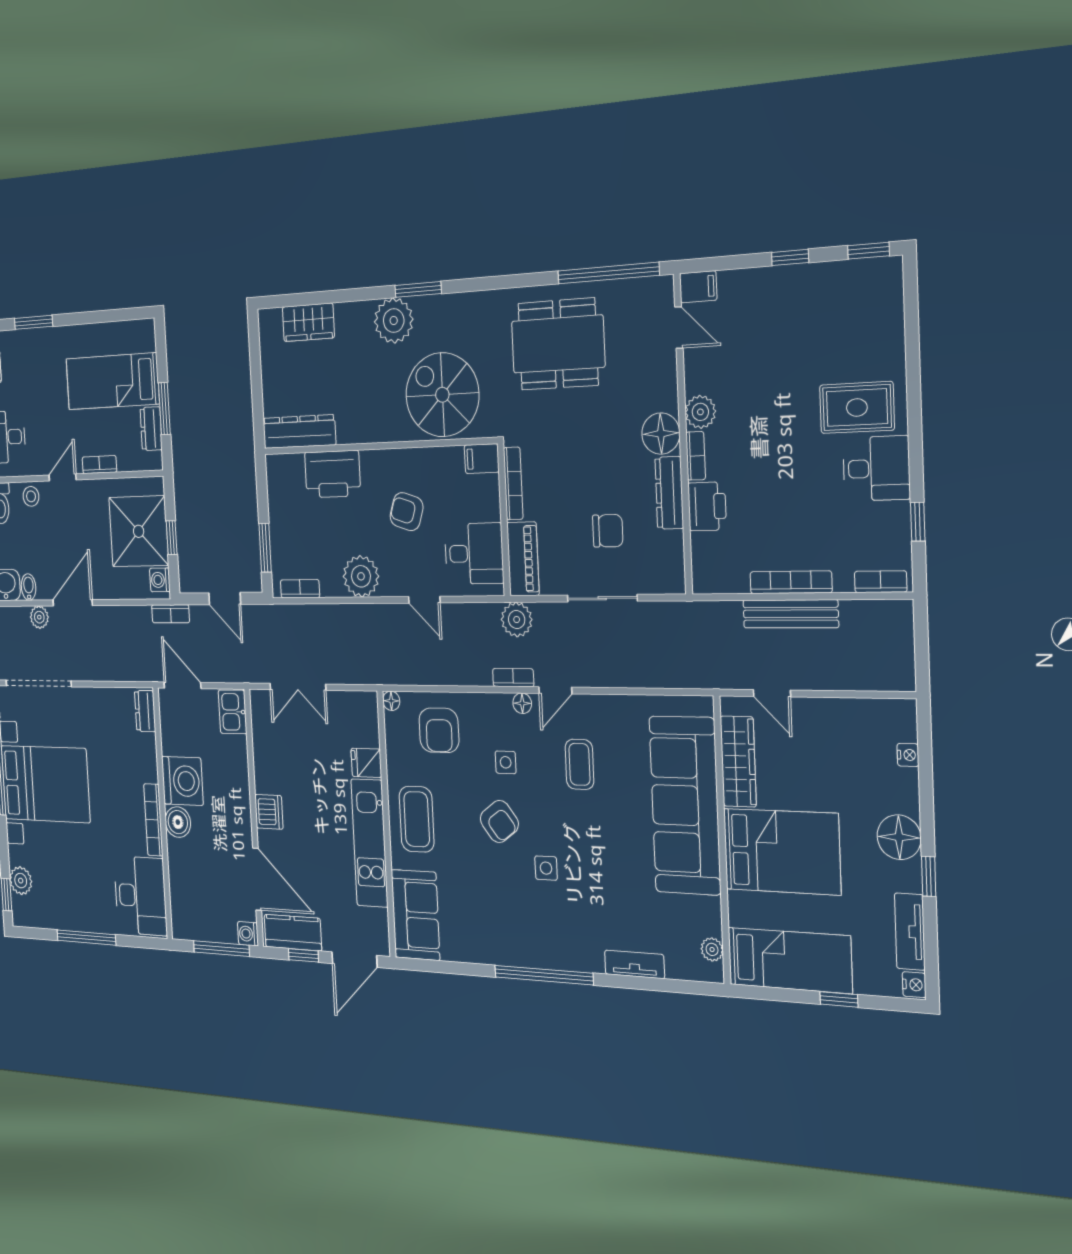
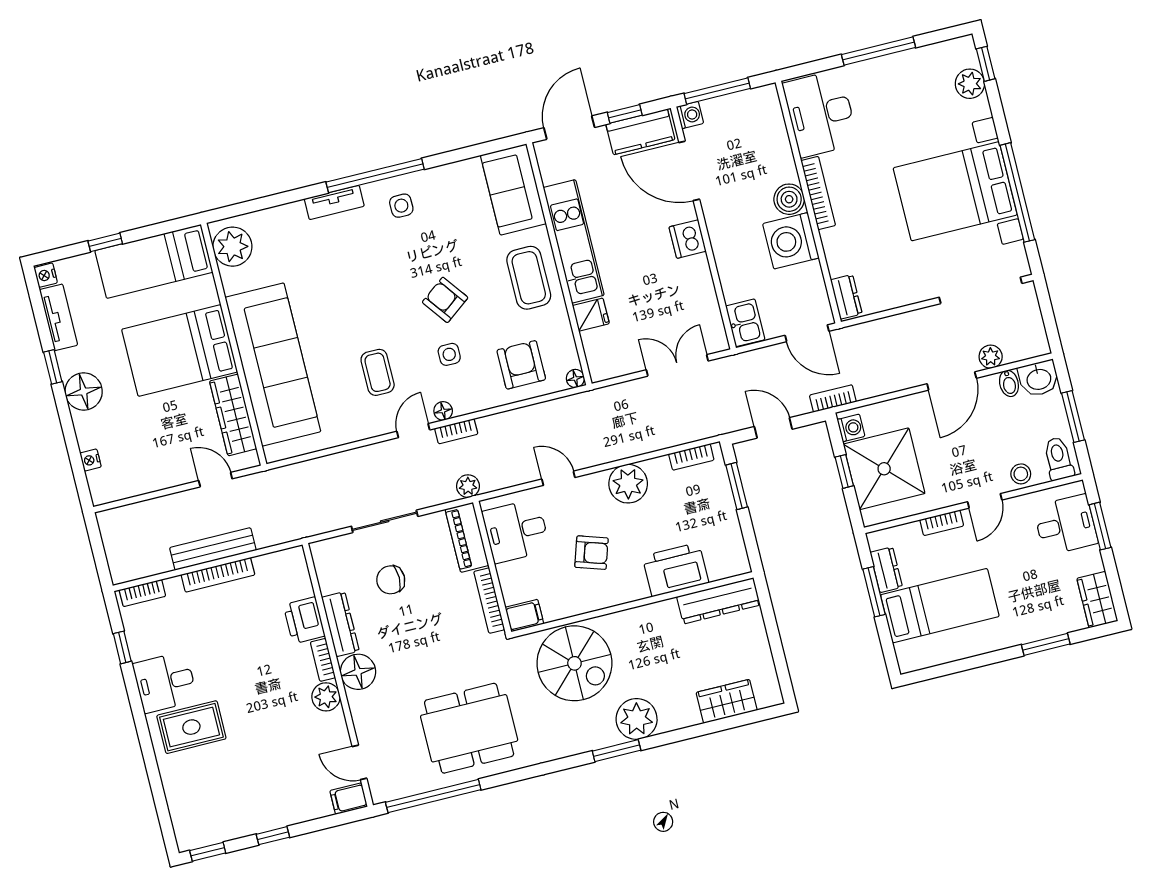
plant: (517, 620) -> (468, 486), width x0.73, depth x0.73
side table: (546, 868) -> (401, 206), moved
plant: (712, 949) -> (232, 247), width x1.88, depth x1.88
tv unit: (634, 964) -> (334, 202), moved

